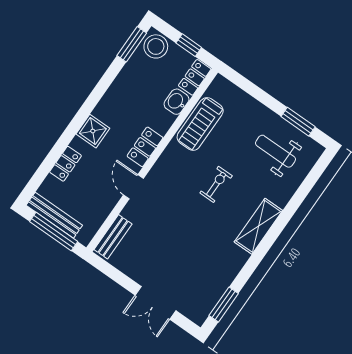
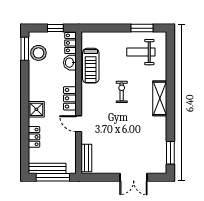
stool: (156, 46) -> (38, 53), moved

